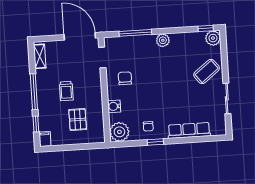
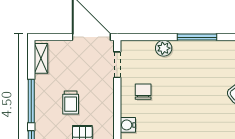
window: (135, 33) -> (197, 37), moved
plant: (163, 40) -> (164, 48), moved

